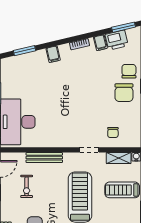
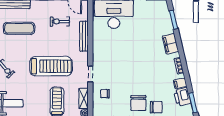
filing cabinet: (53, 54) -> (170, 44), width x2.00
chair: (124, 93) -> (138, 103), turned -90

